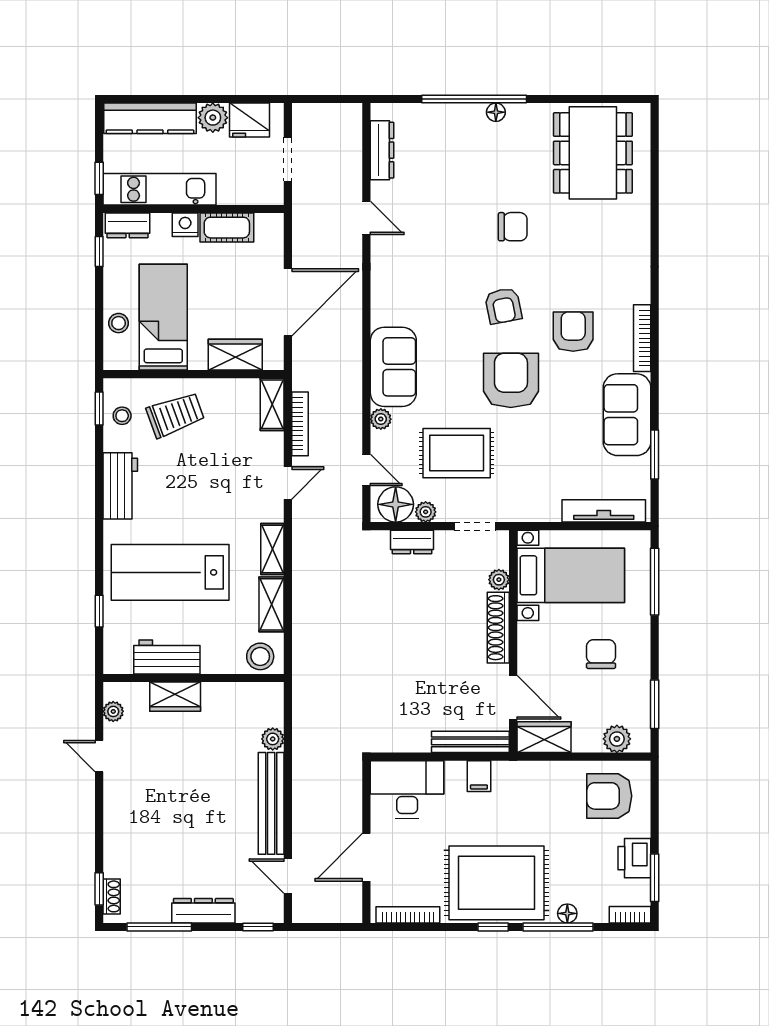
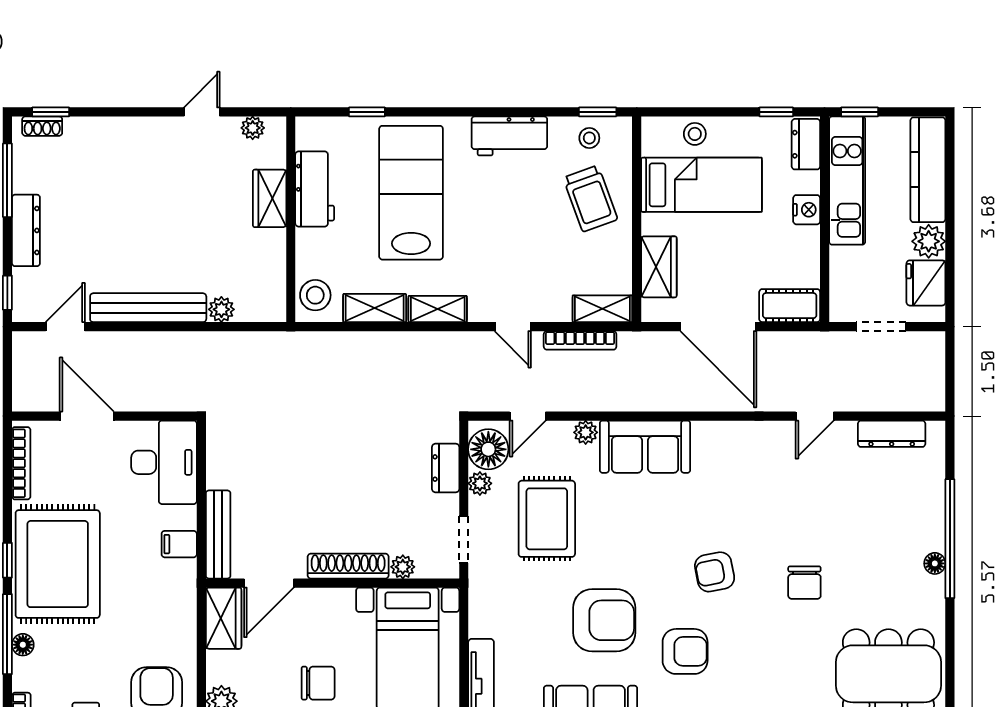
cot: (227, 228) -> (790, 306), moved, turned 90
armchair: (511, 380) -> (604, 620), moved

